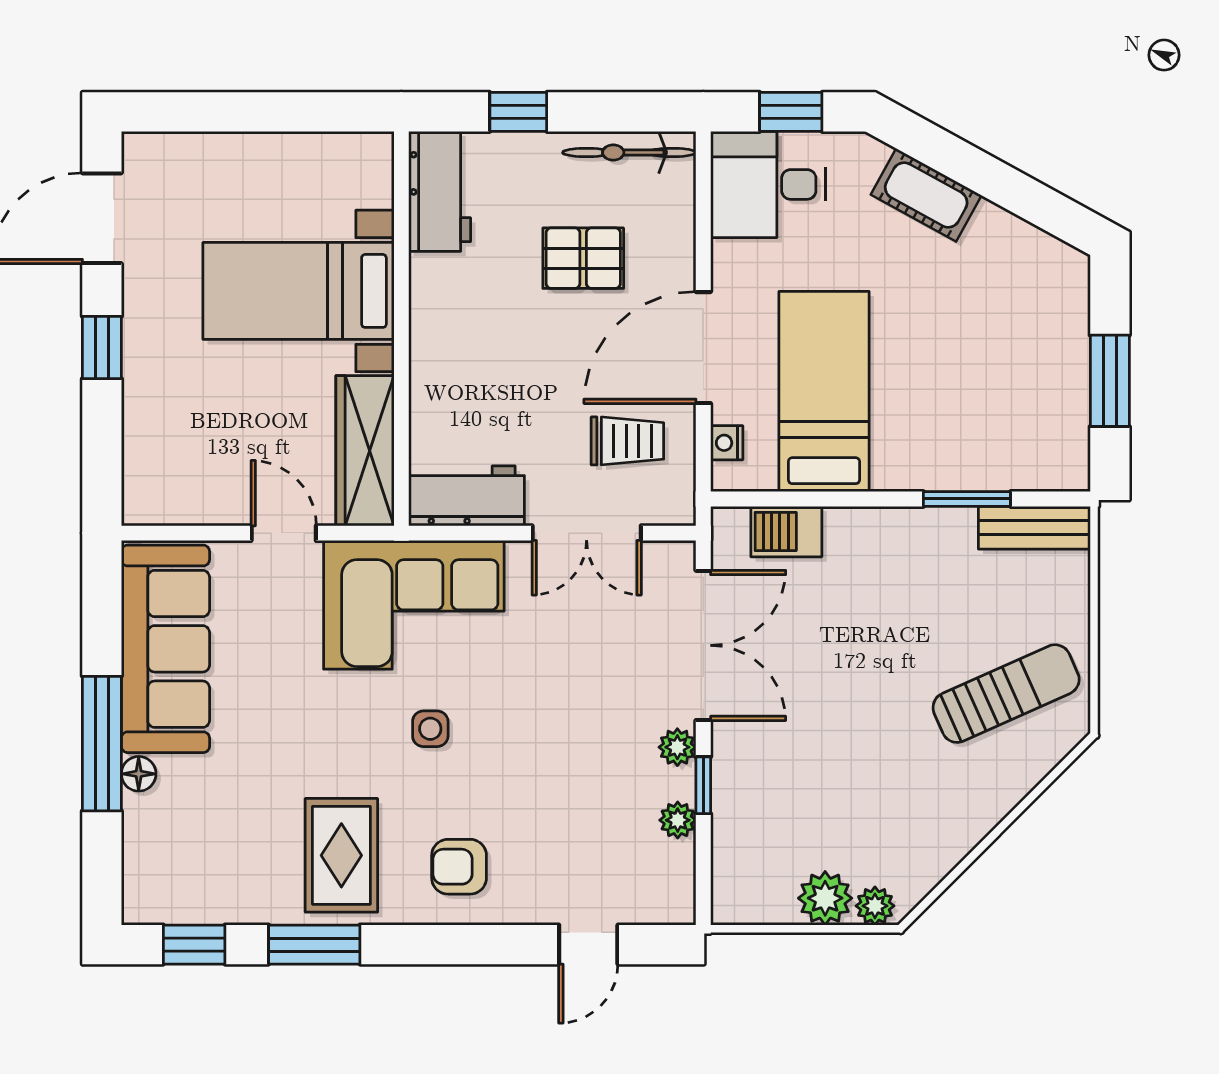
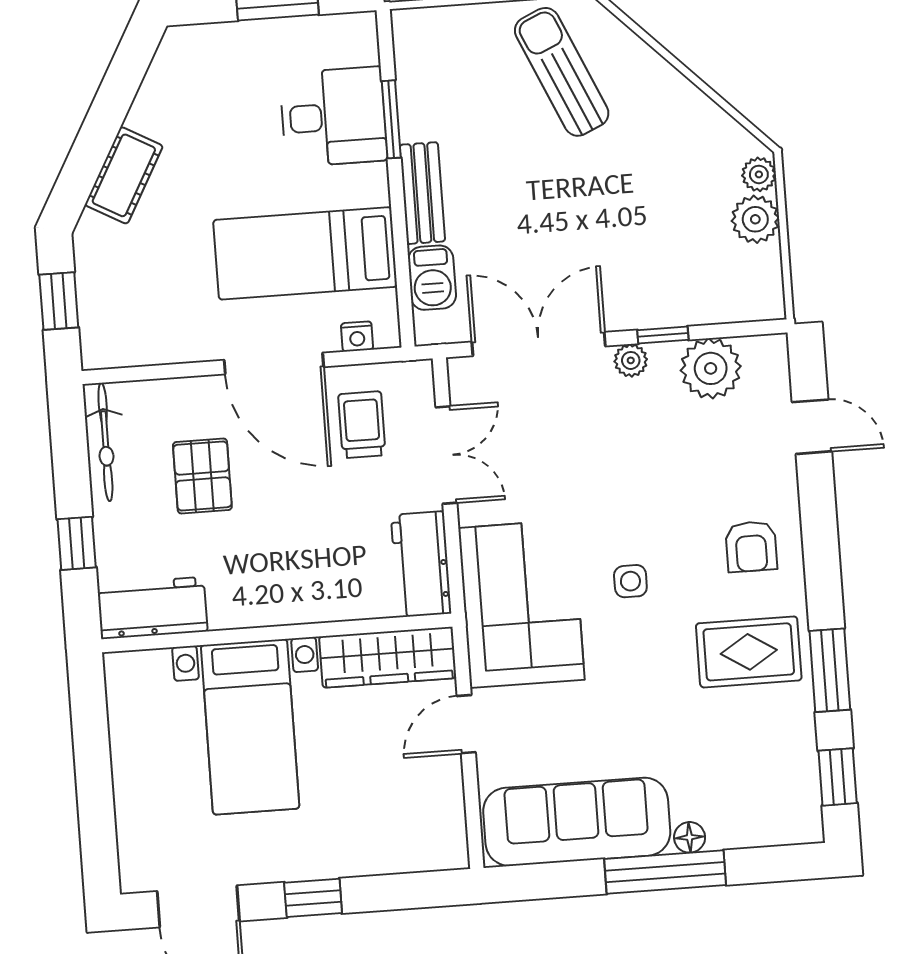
desk: (768, 184) -> (333, 117), moved, turned -90
bench: (1034, 528) -> (422, 193), moved
plant: (678, 820) -> (711, 368), width x1.88, depth x1.88

